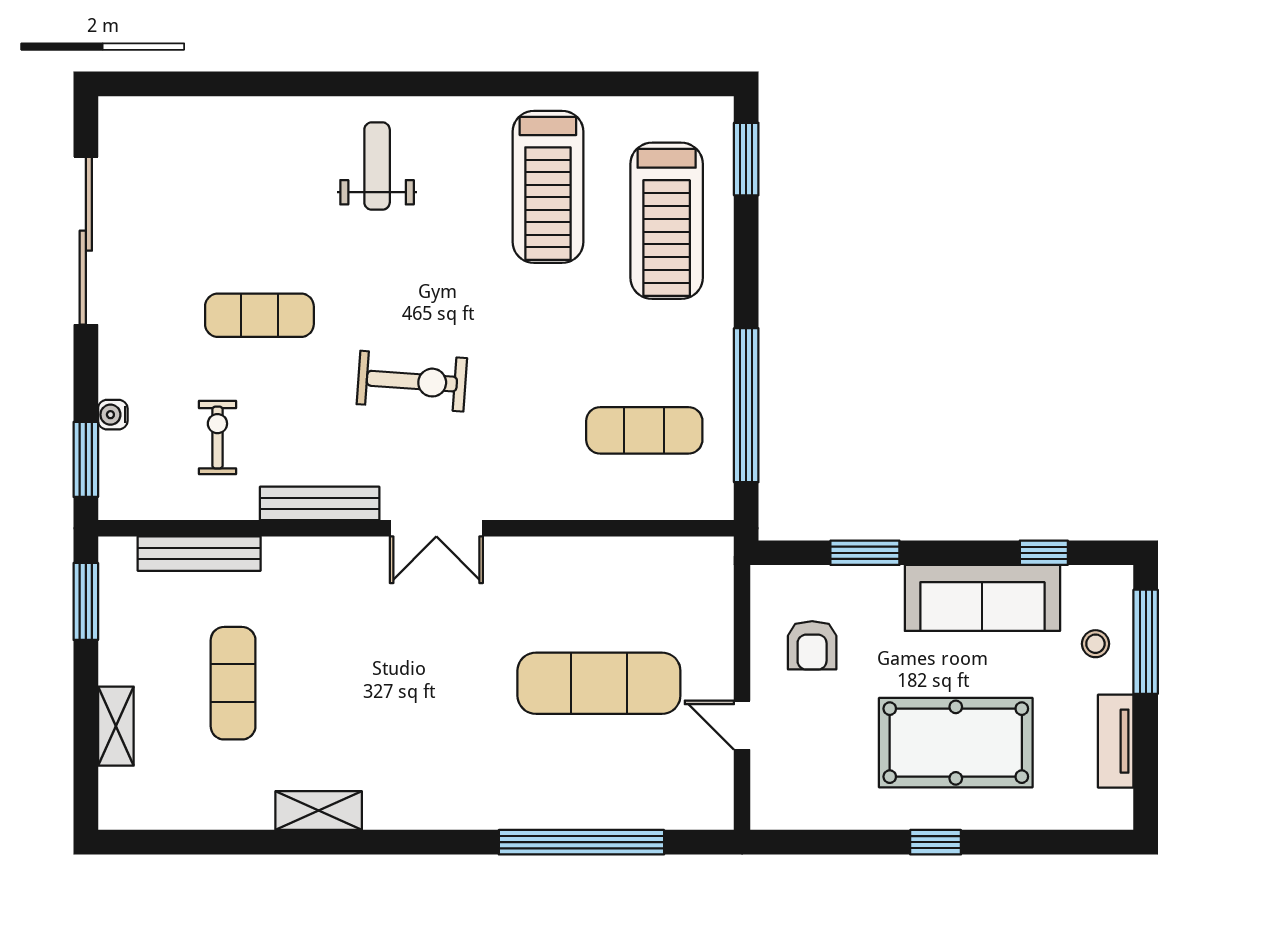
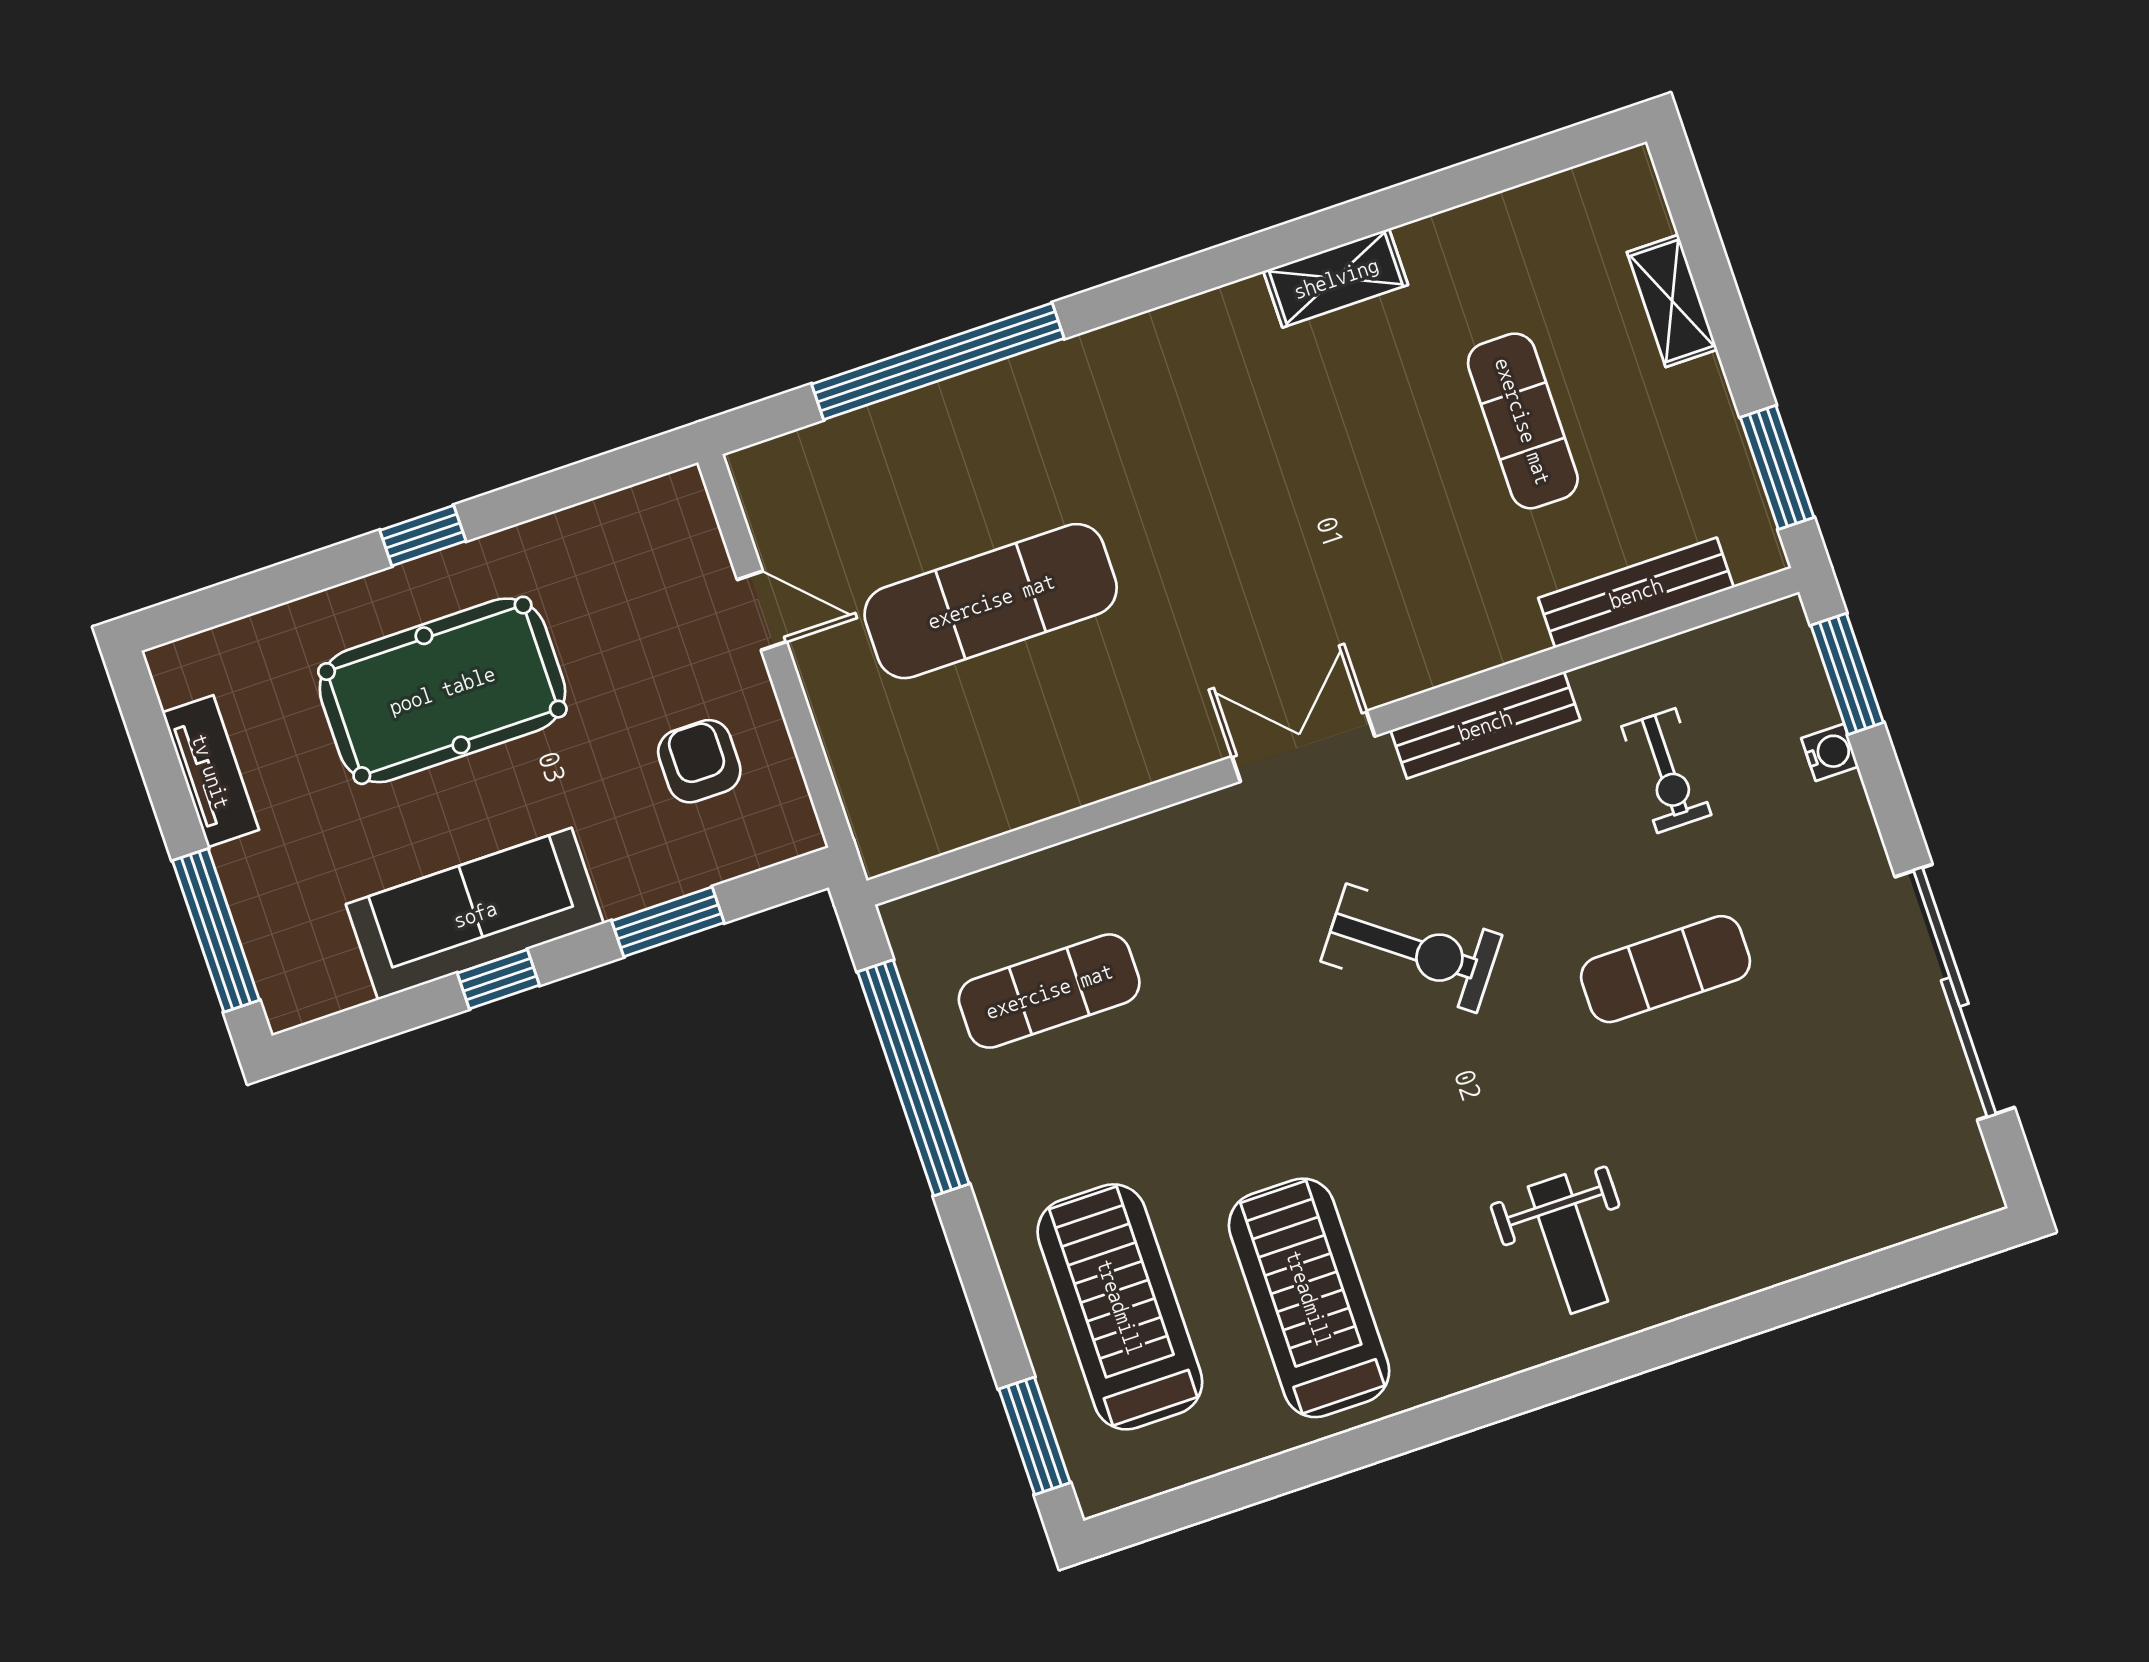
exercise bike: (412, 381) -> (1411, 948), turned -147
window: (1044, 553) -> (498, 979), moved
stool: (1095, 644) -> (288, 903), removed

